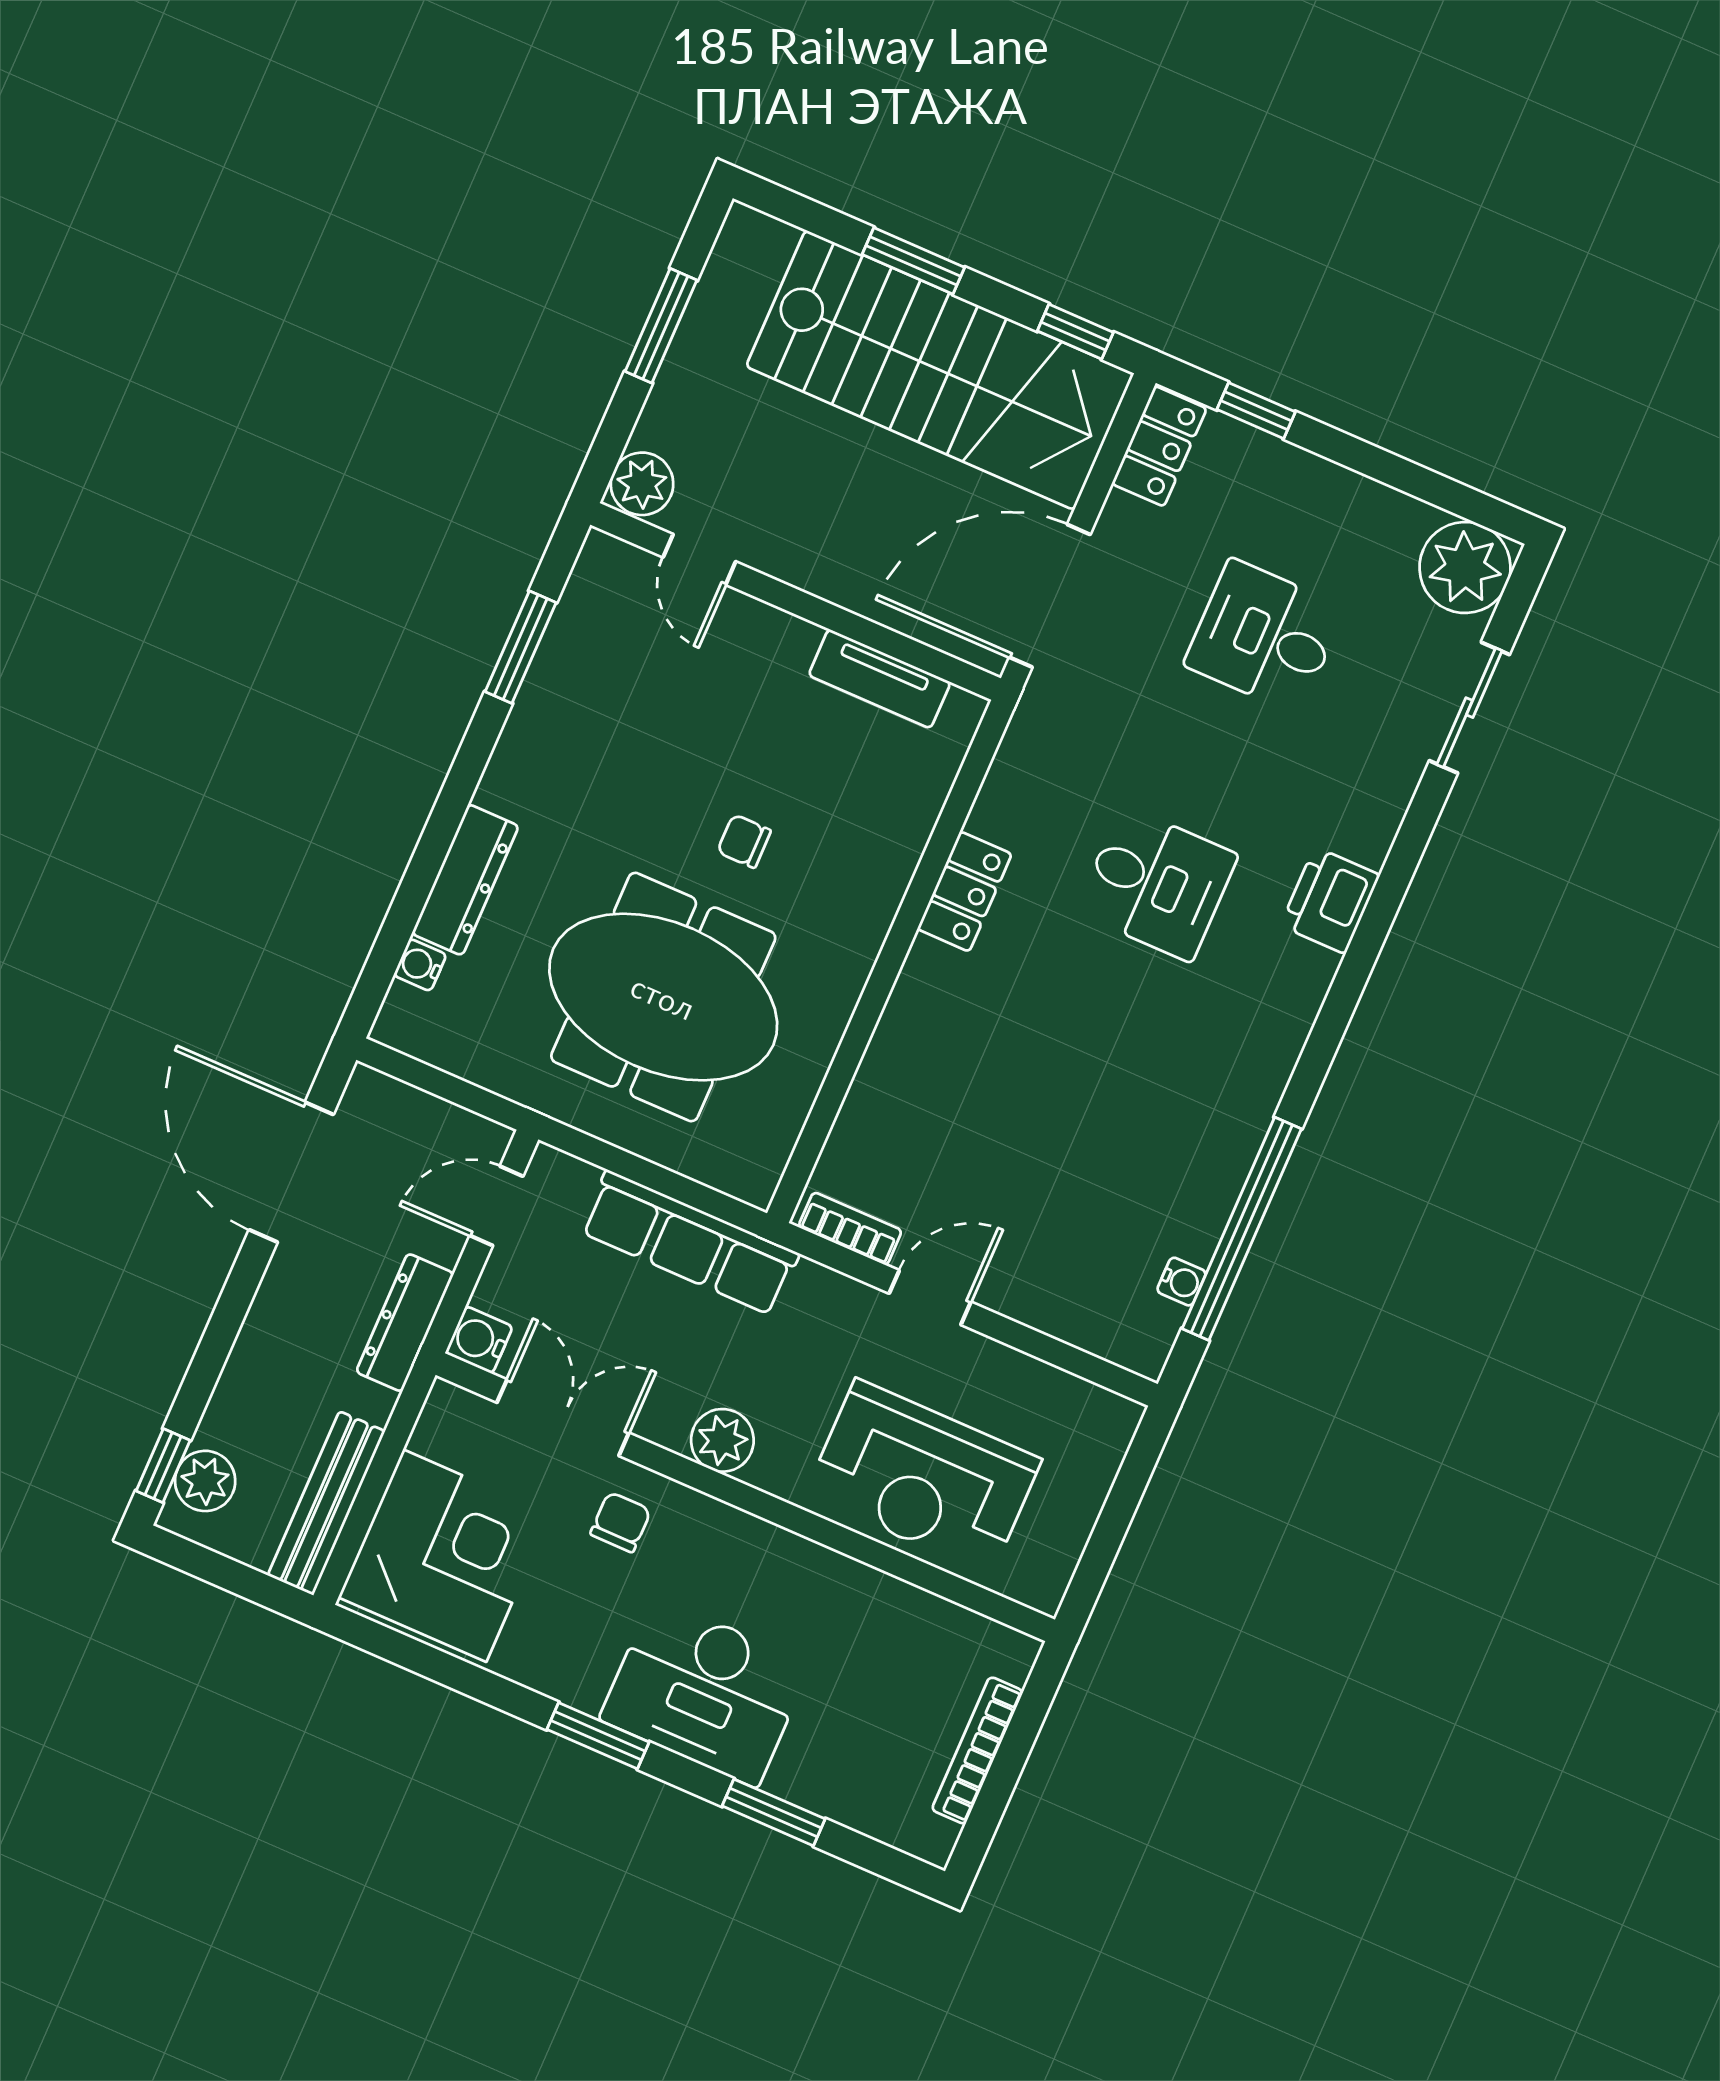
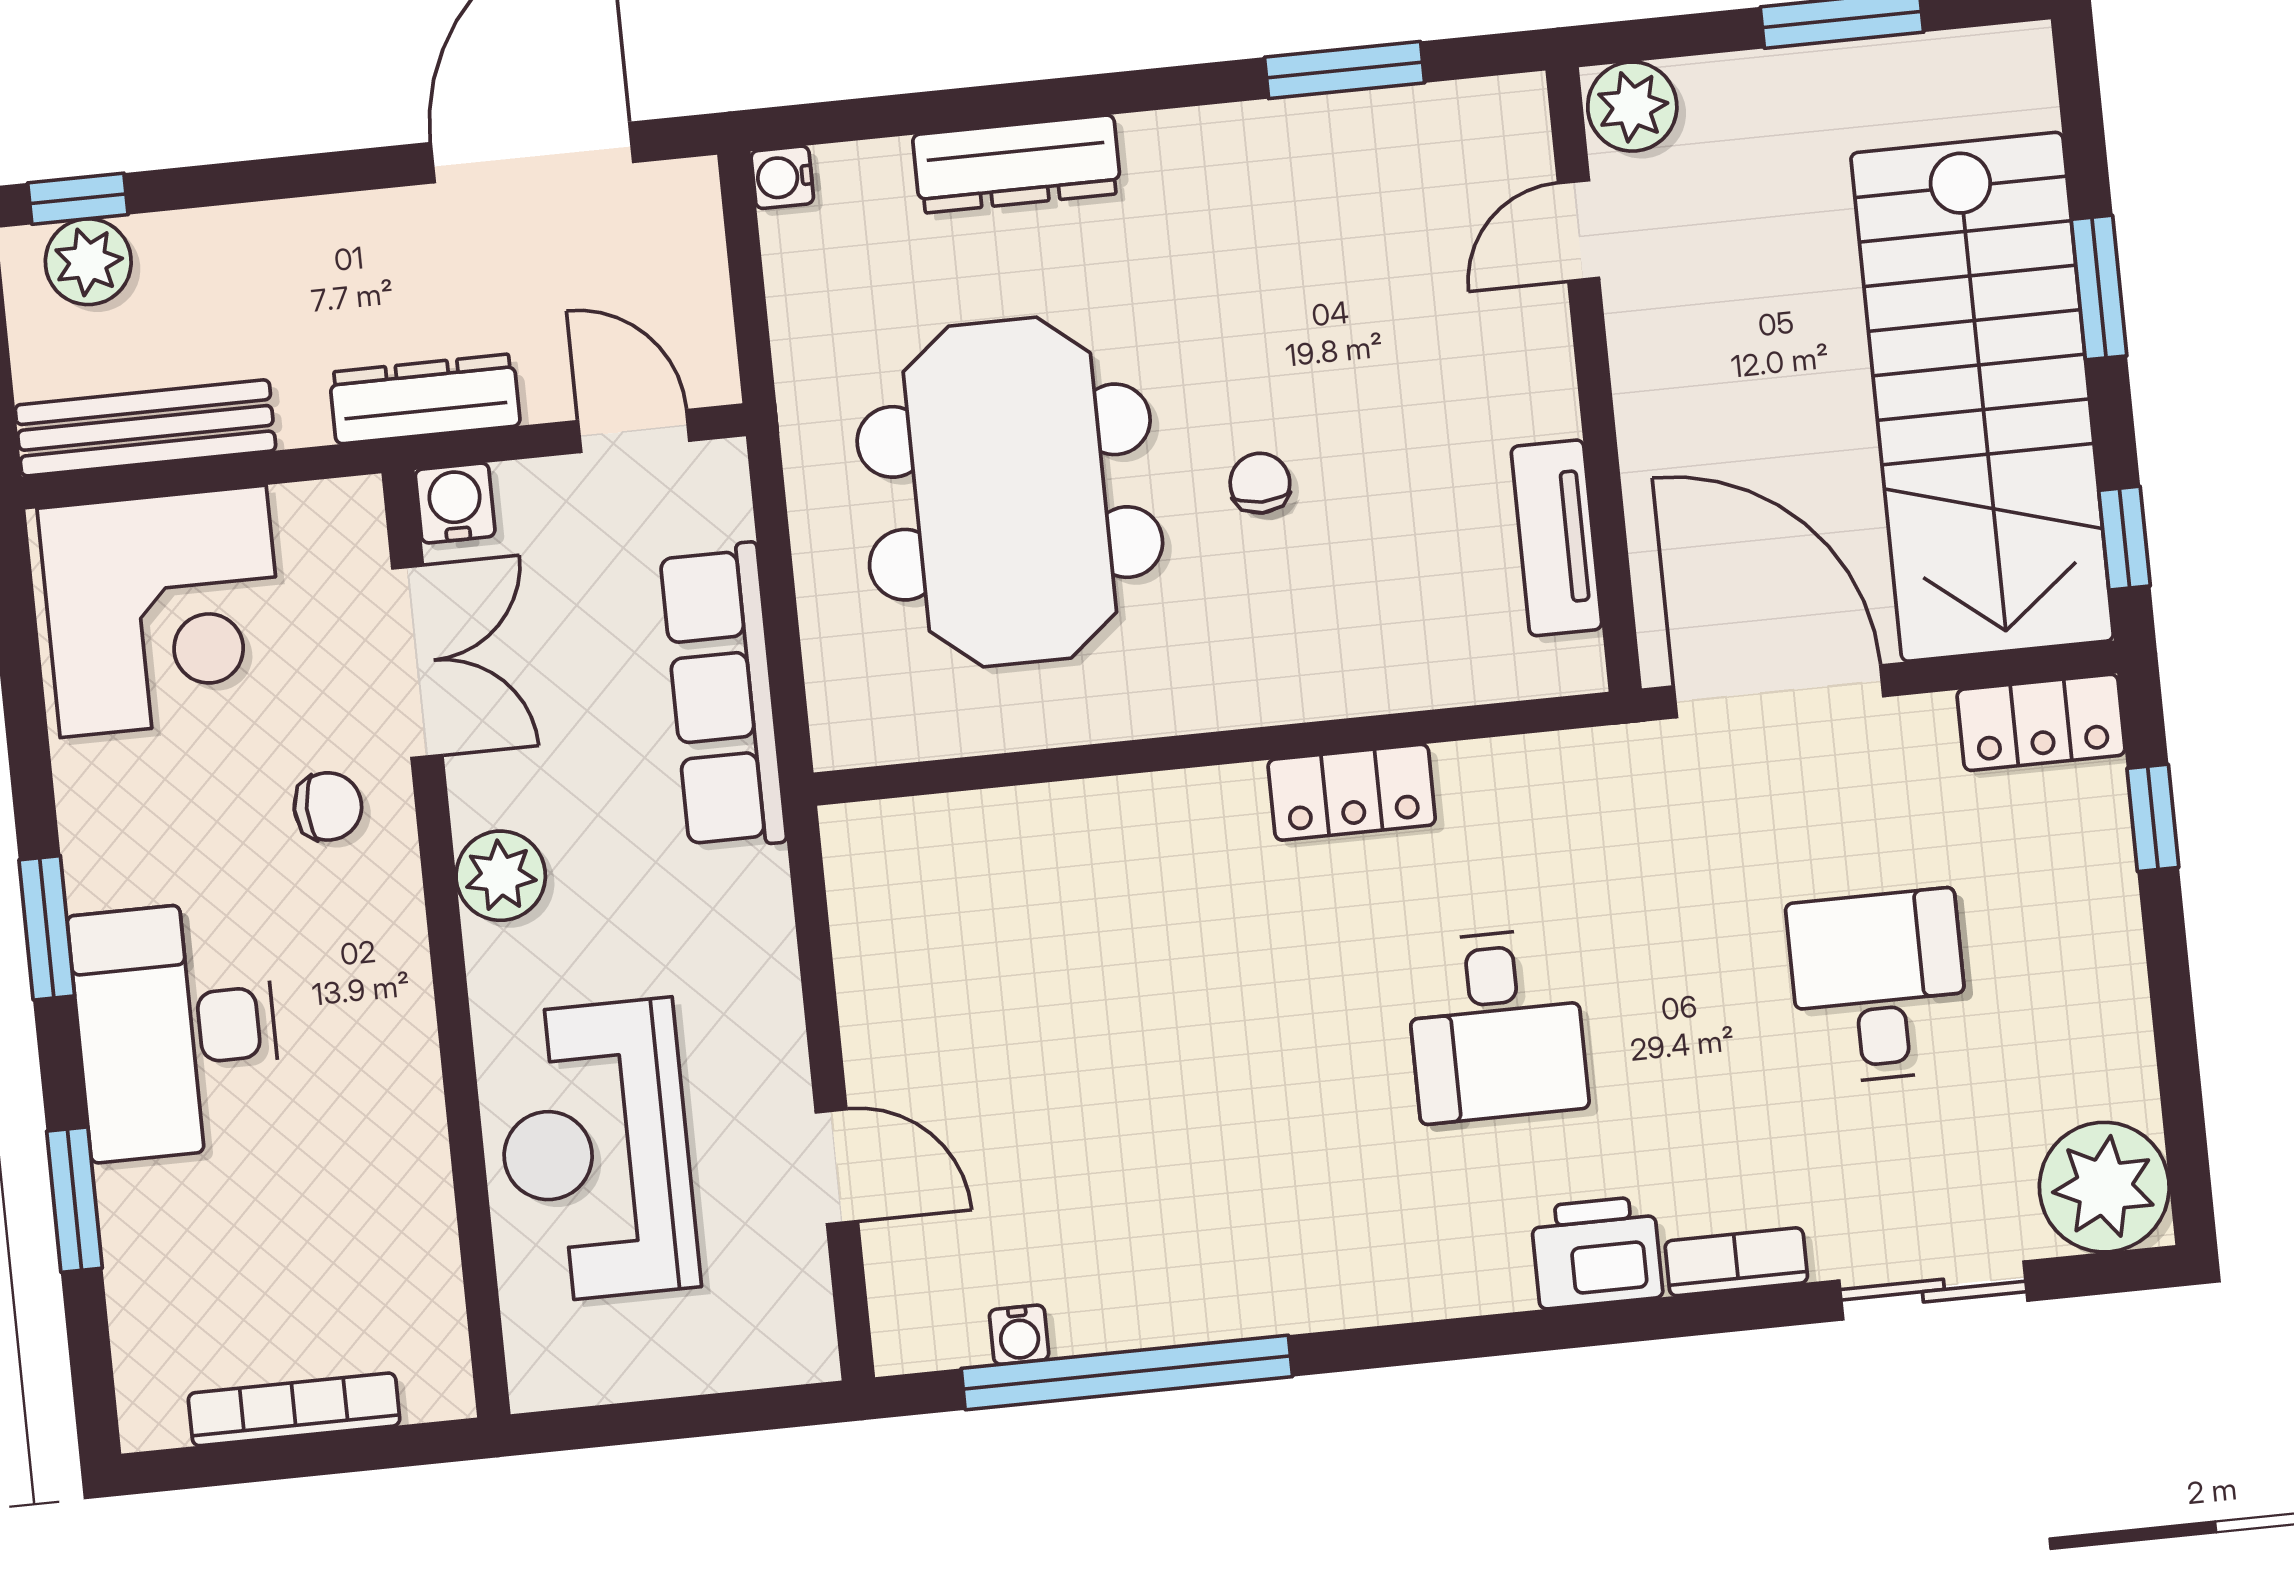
water cooler: (420, 965) -> (782, 177), moved, turned -90
bookcase: (850, 1229) -> (1736, 1262), moved, turned -90
door: (930, 1298) -> (837, 1167), moved

